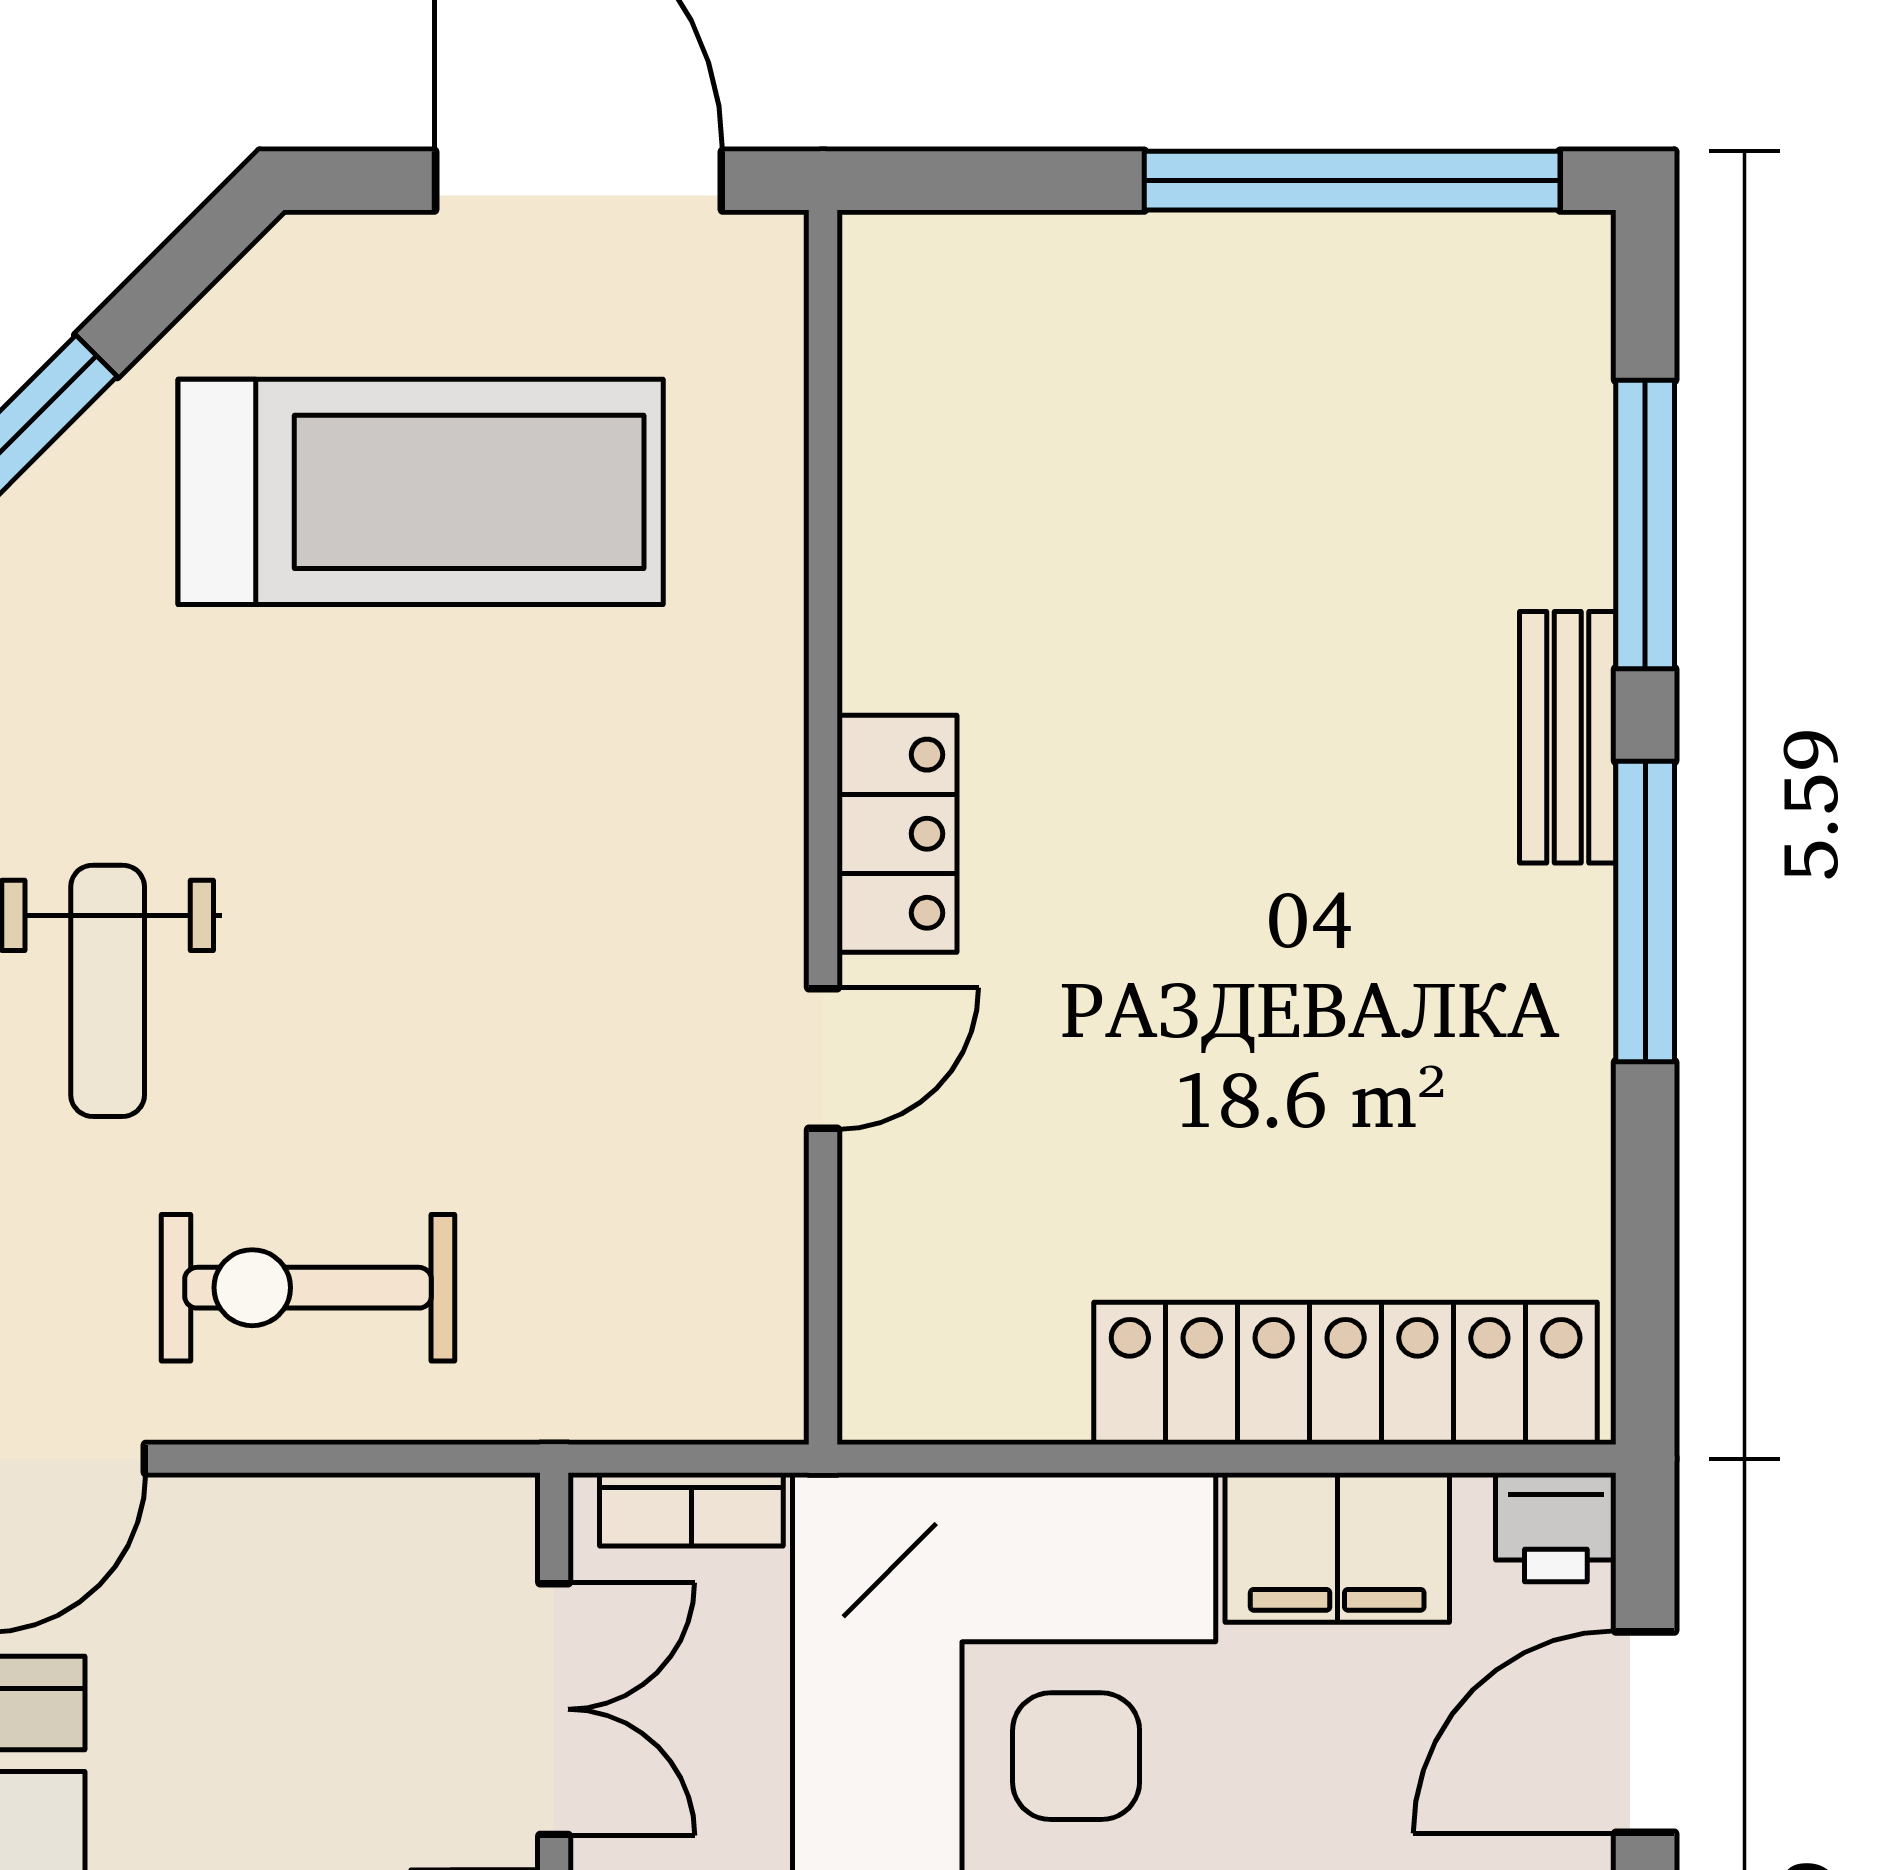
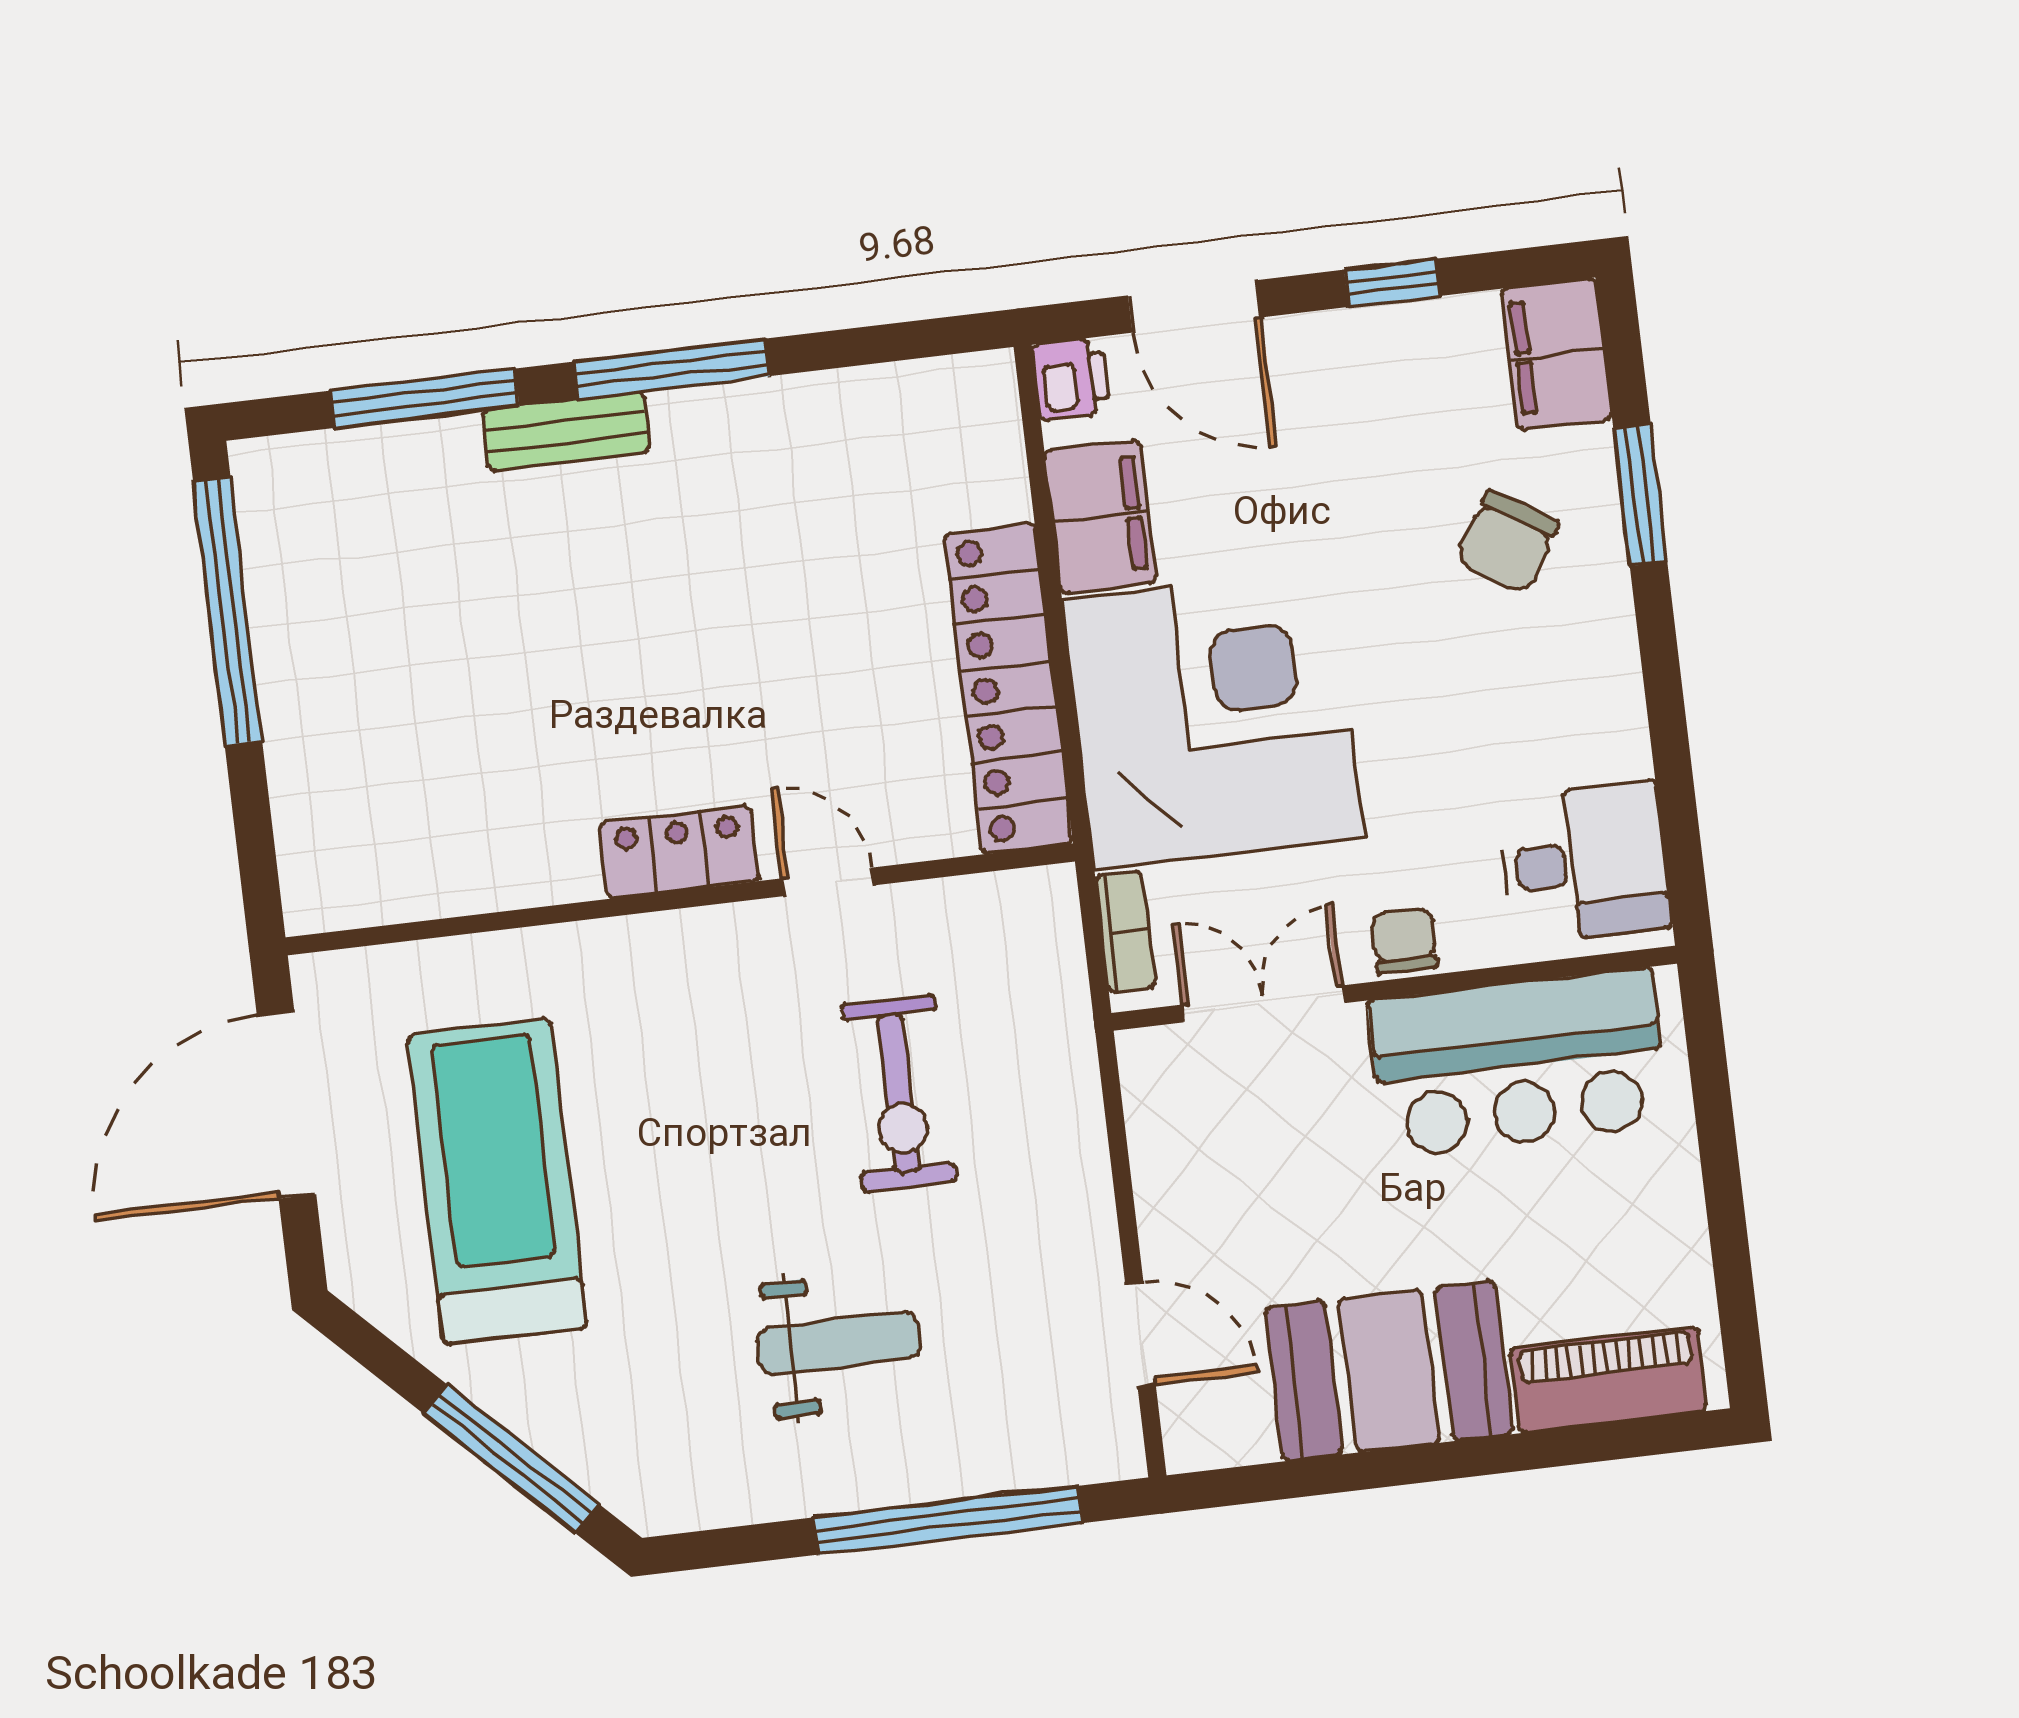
exercise bike: (308, 1288) -> (899, 1093), moved
locker: (1346, 1373) -> (1008, 688), moved

